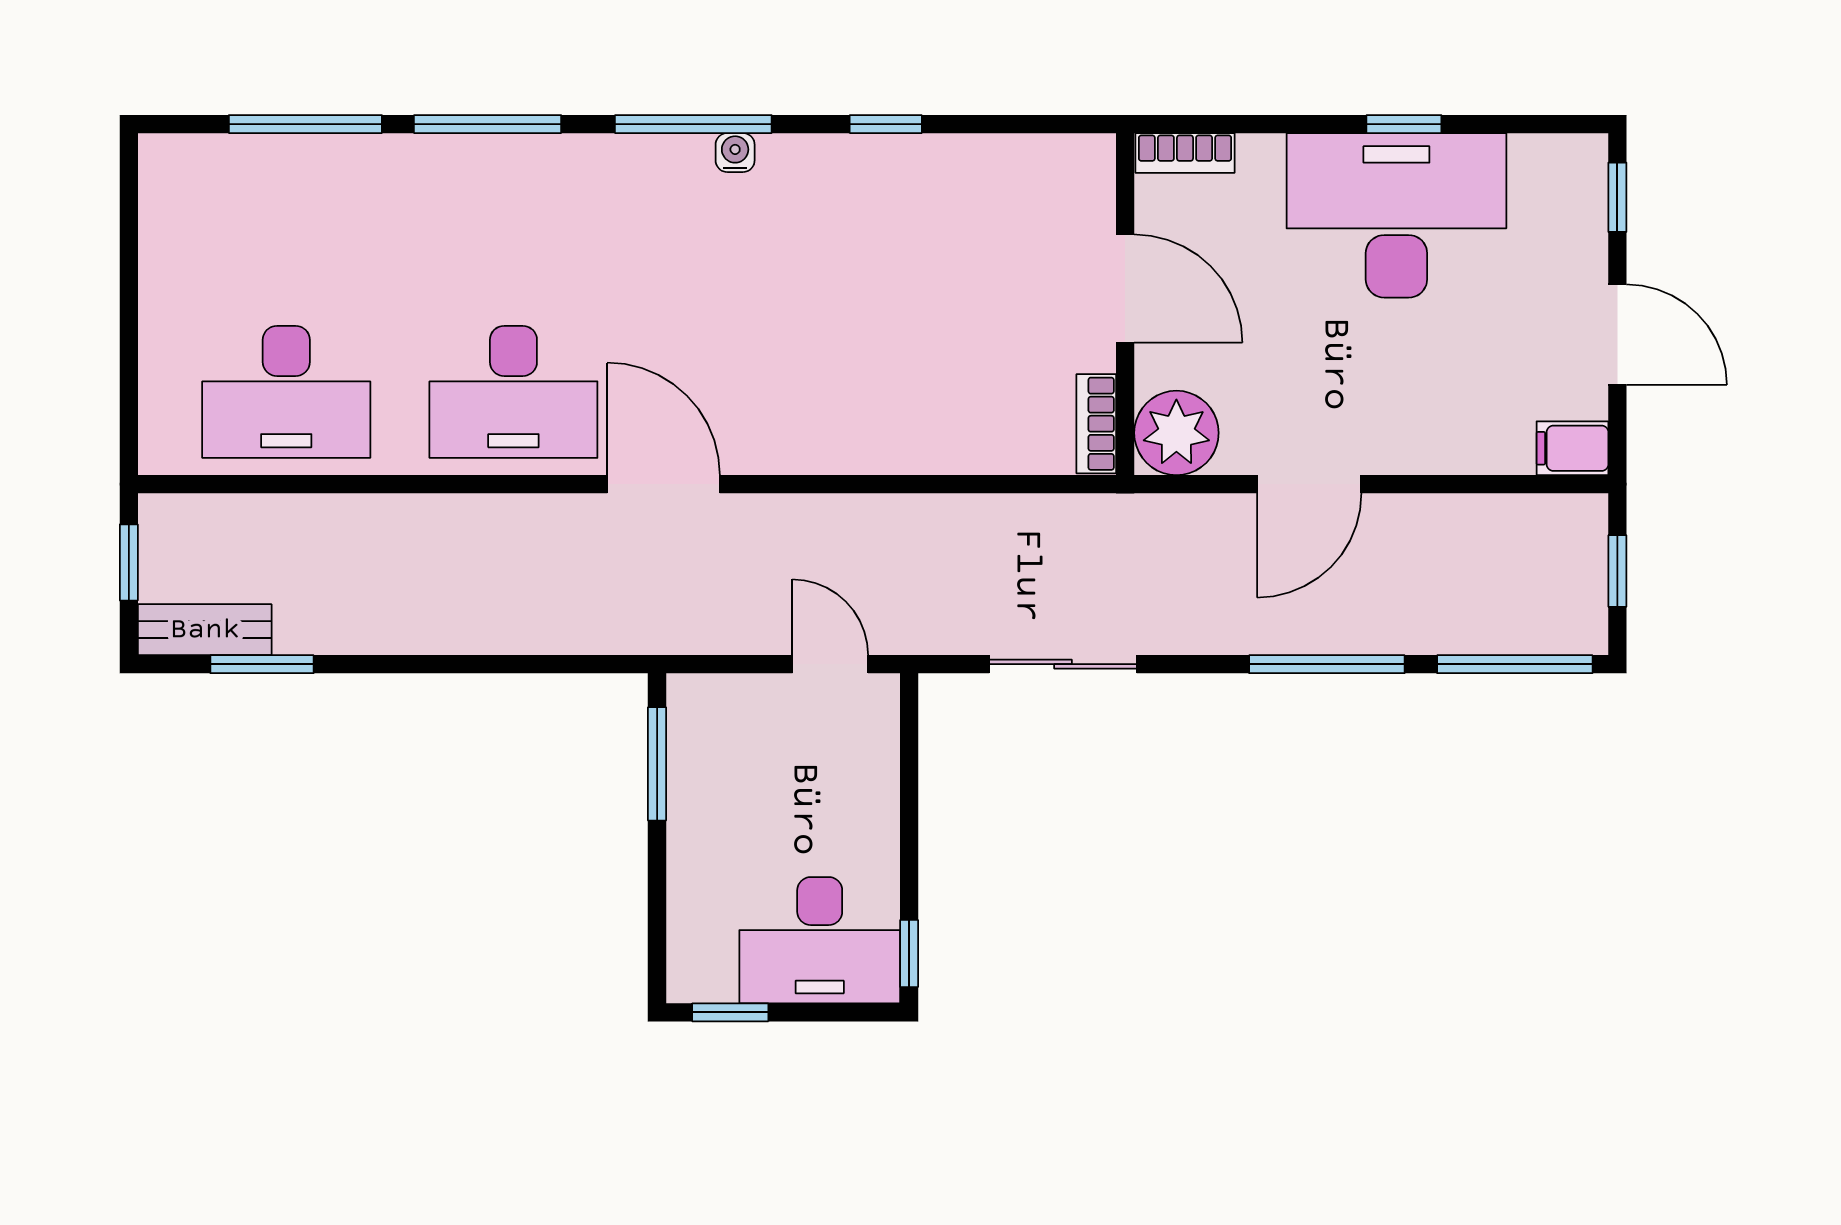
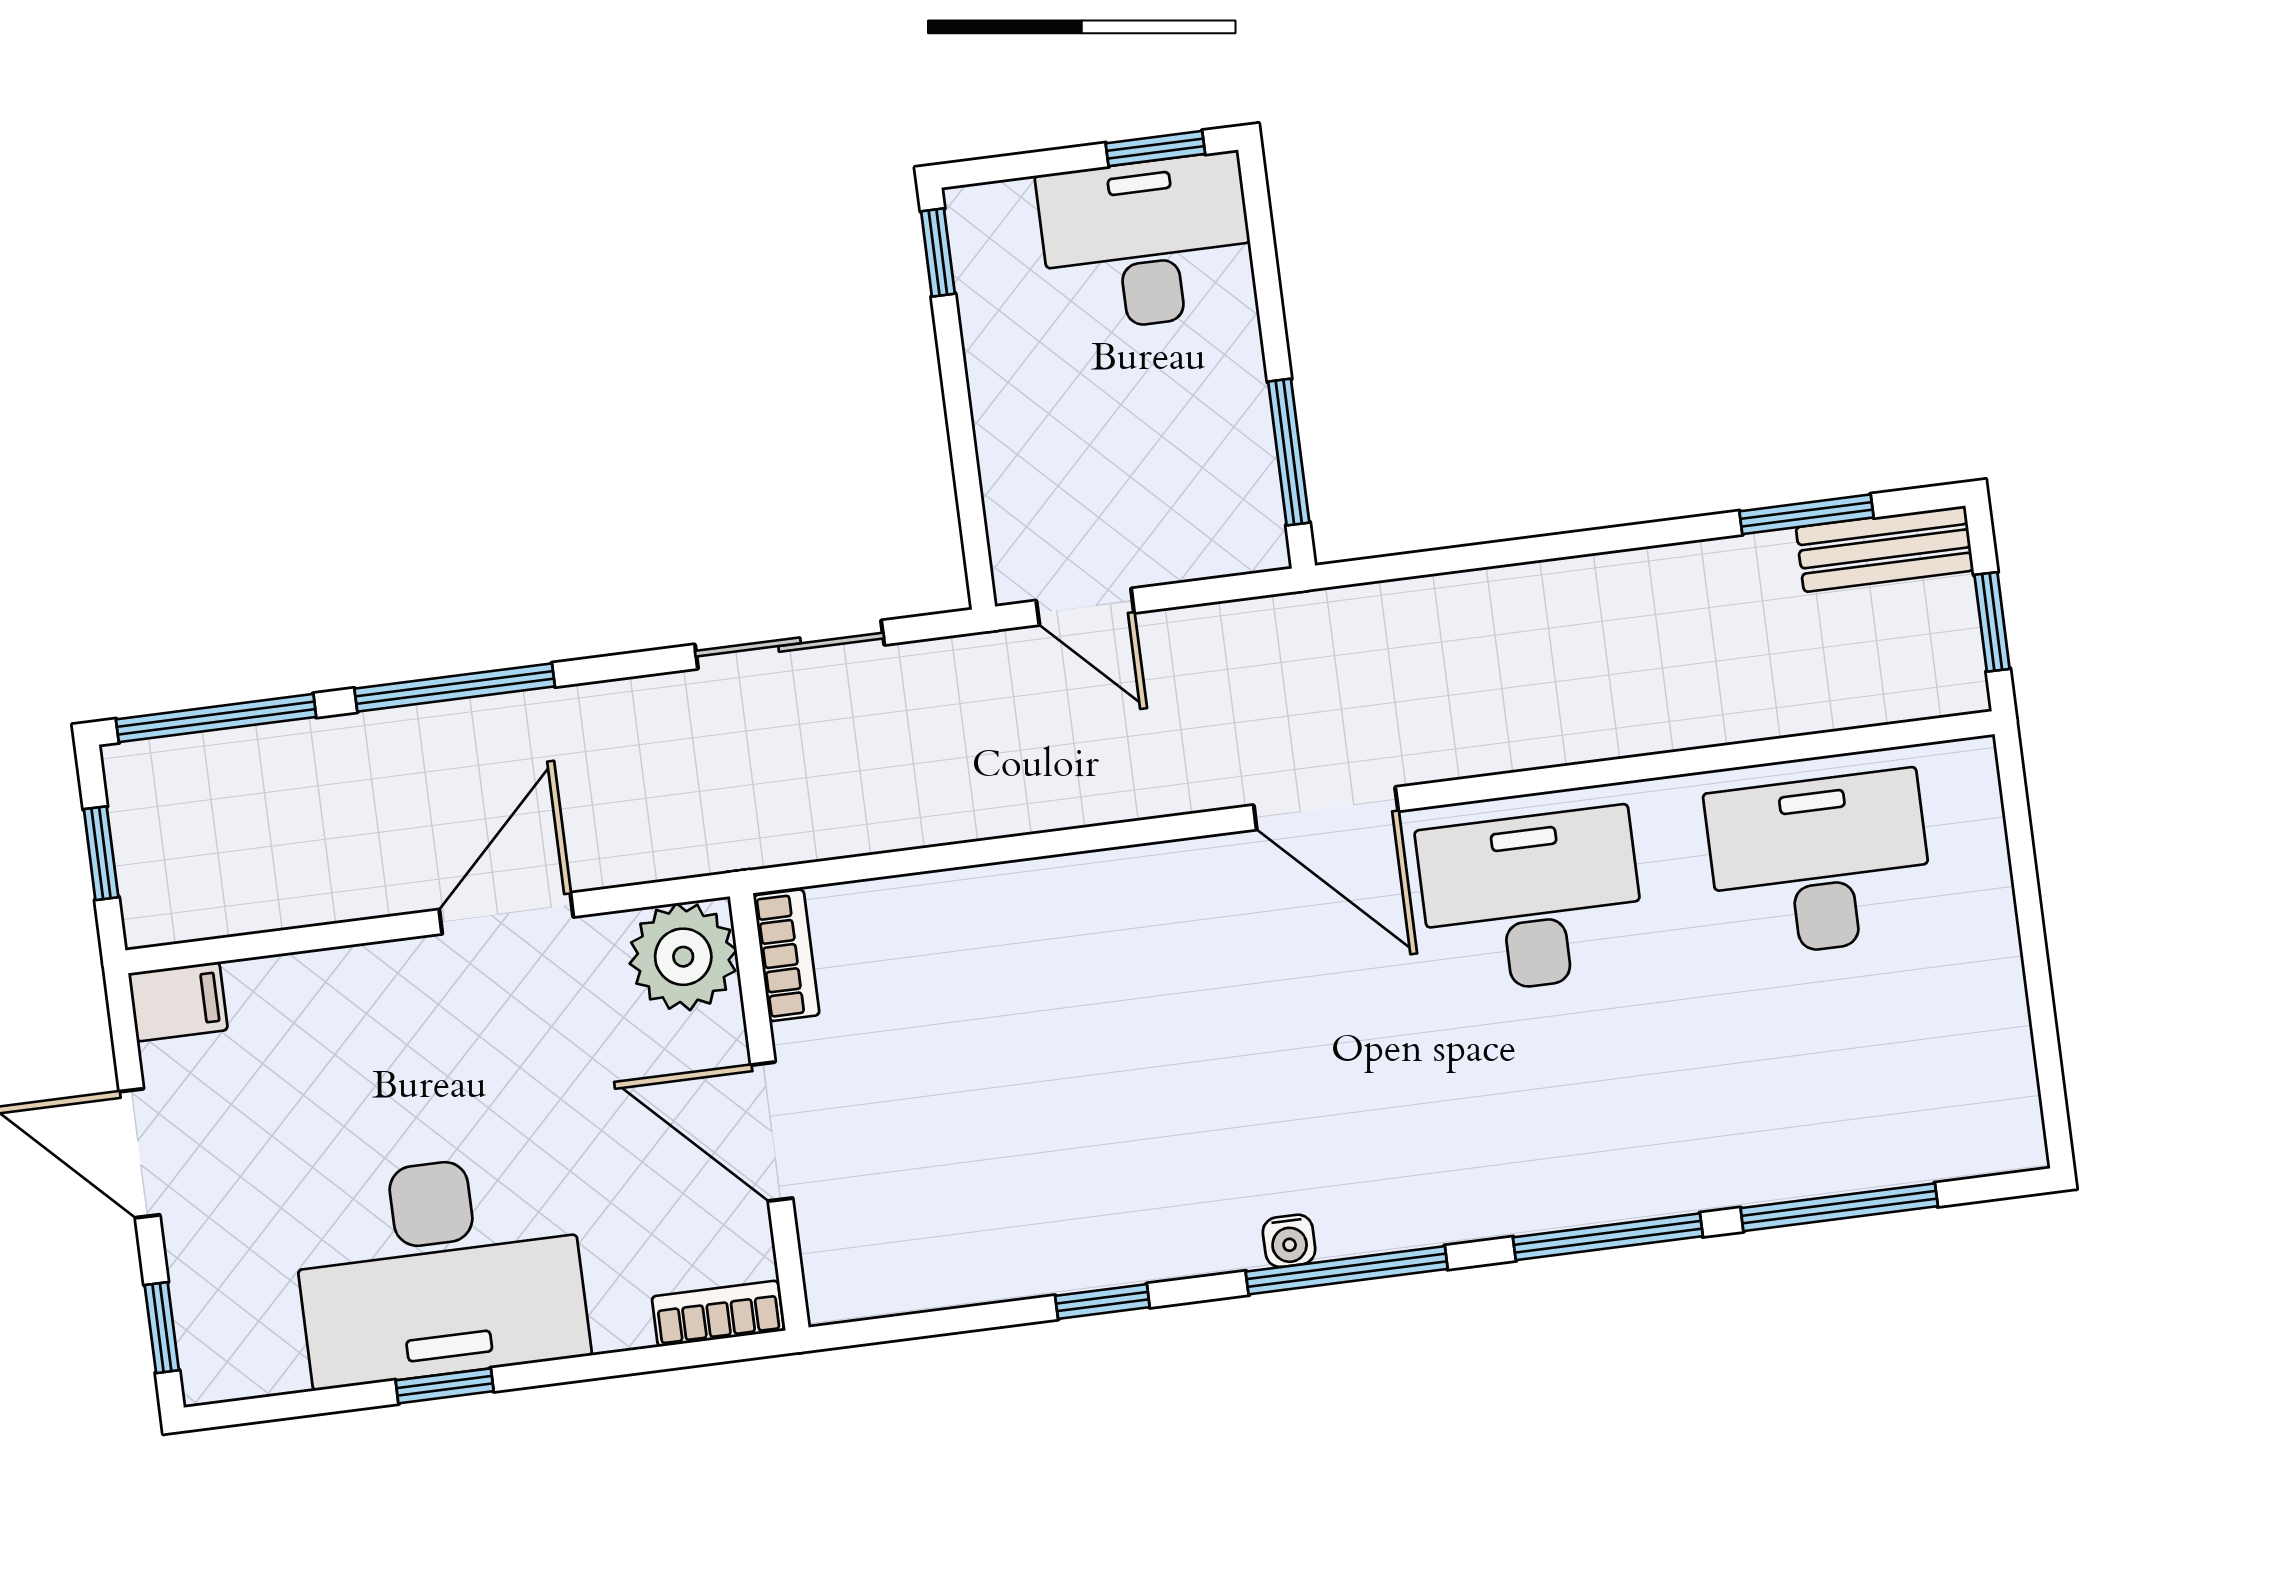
desk: (820, 940) -> (1147, 243), moved

